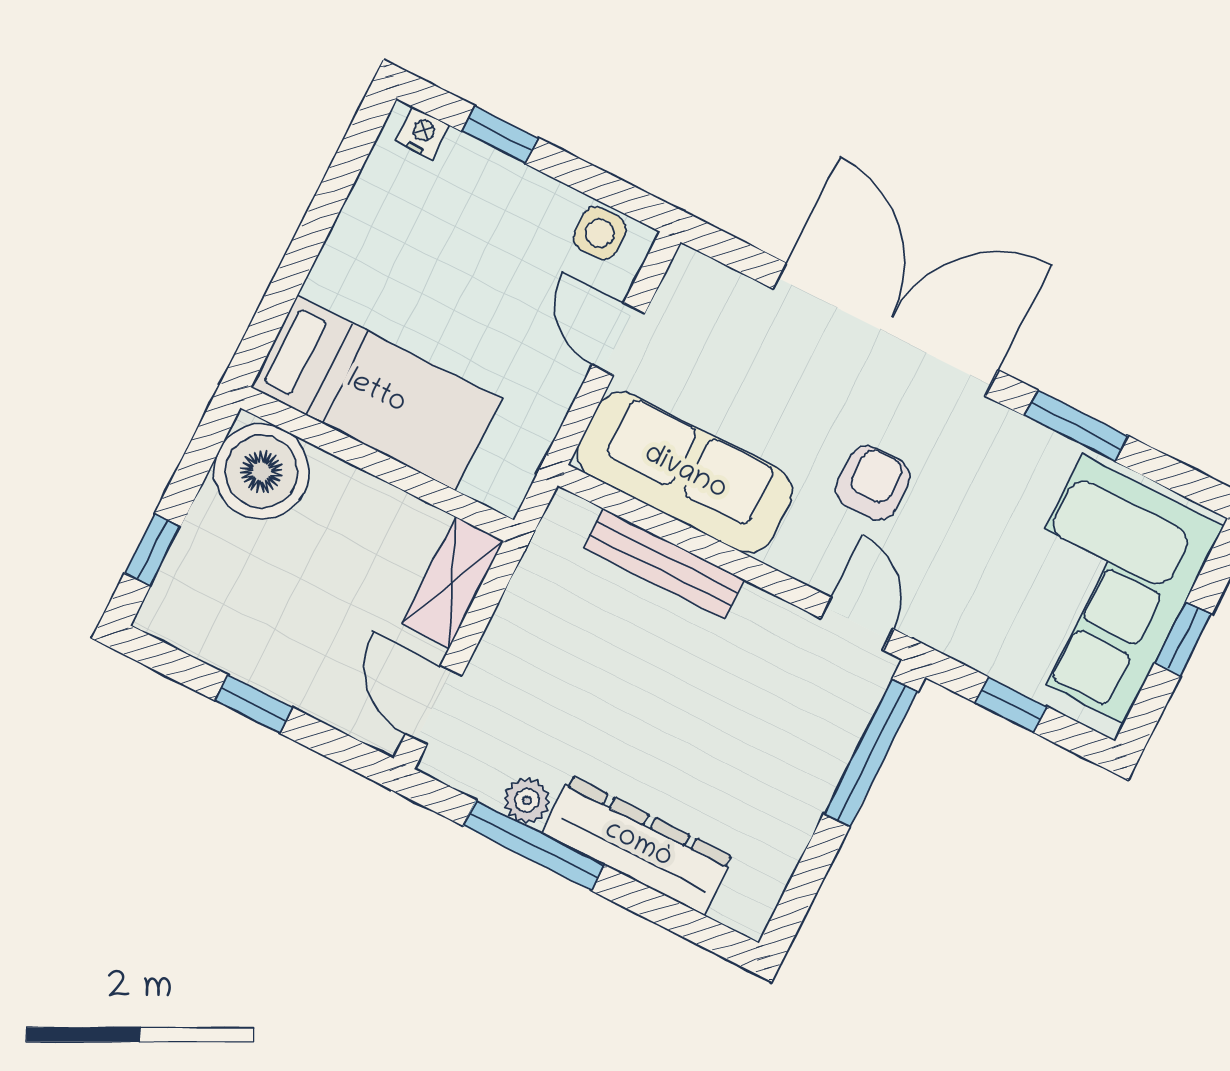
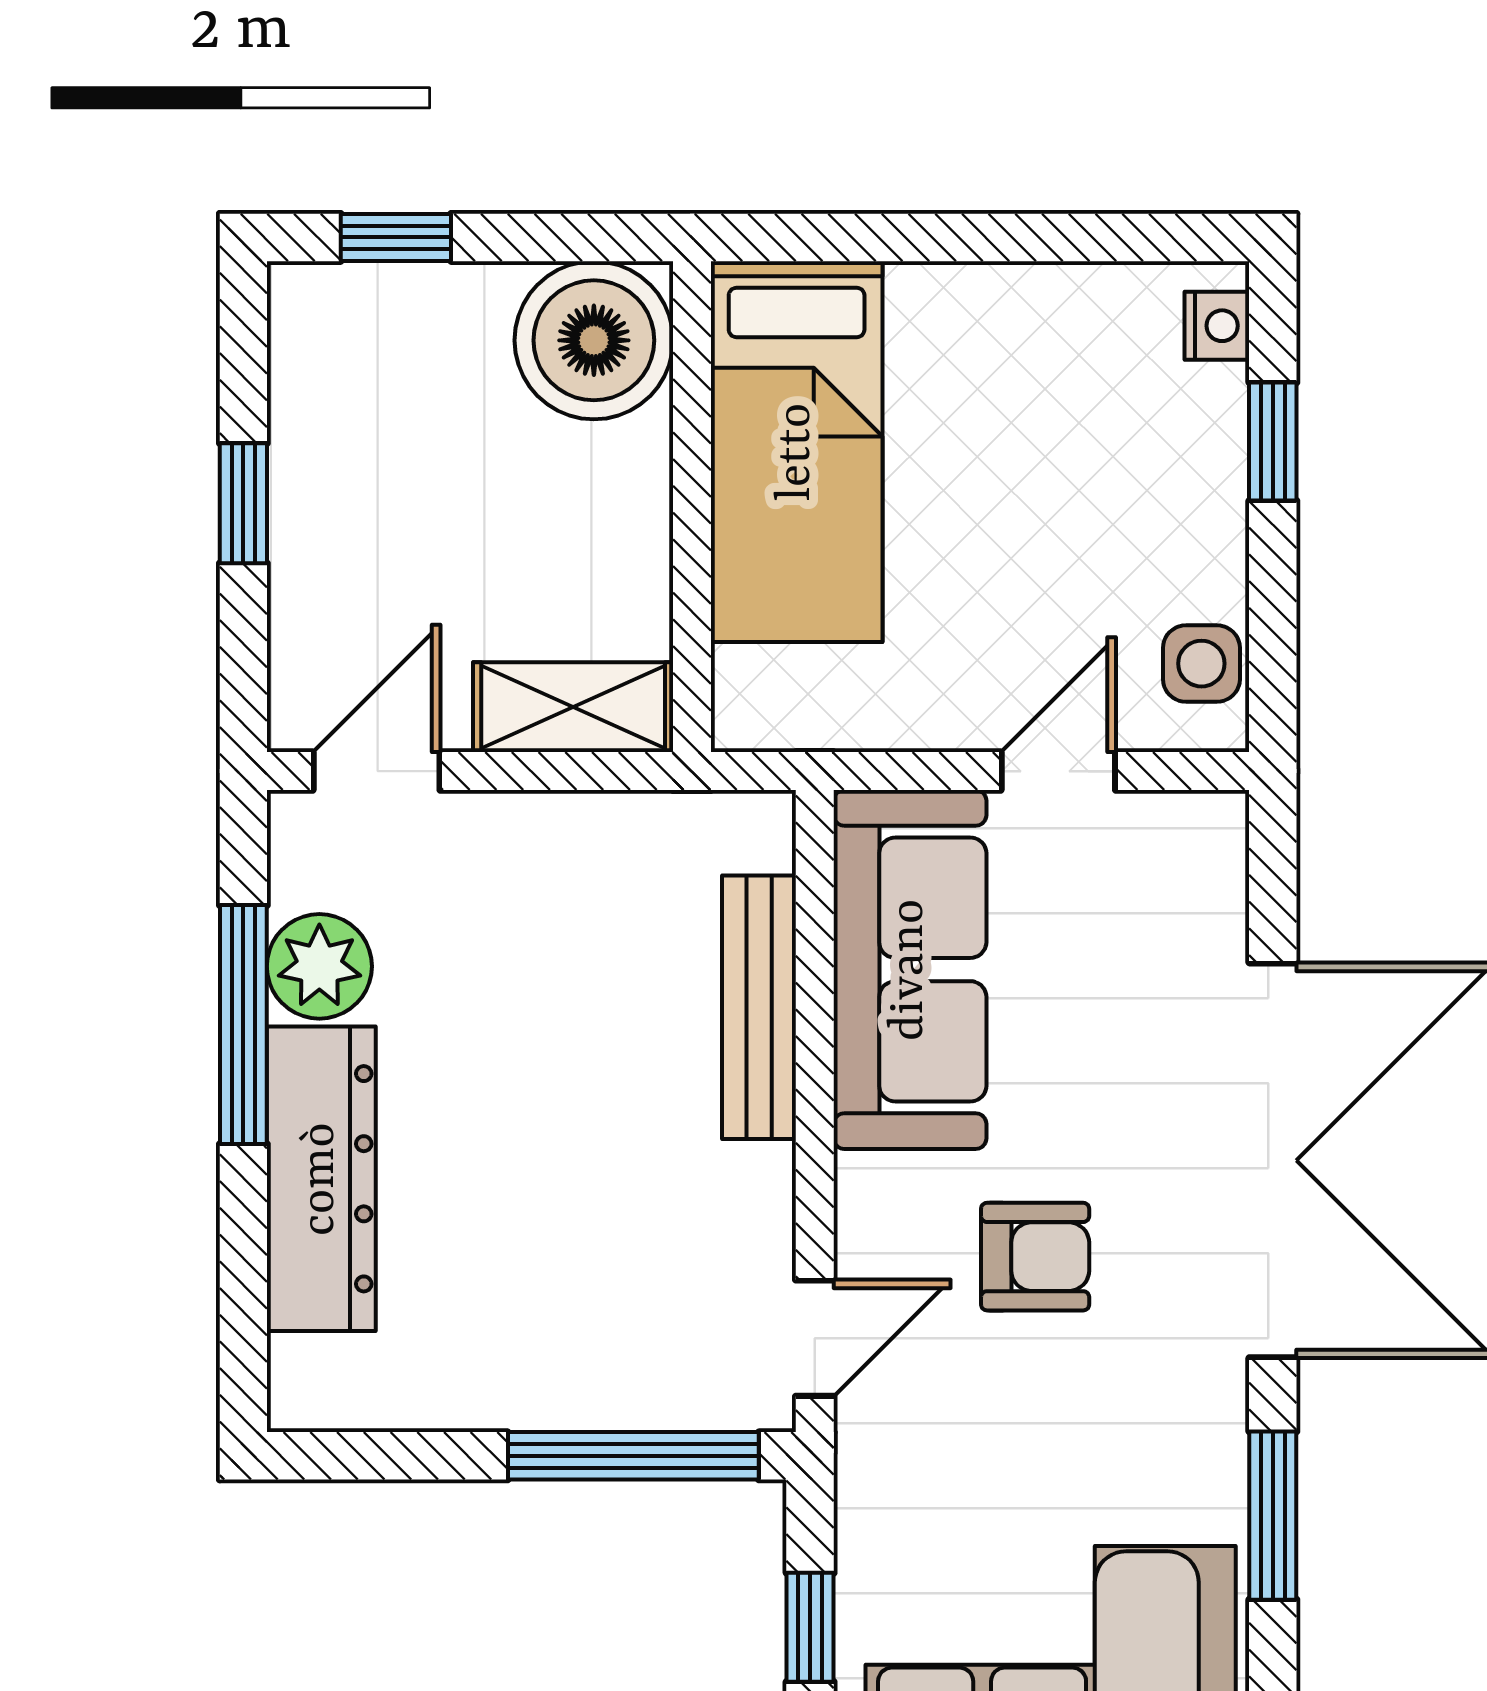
plant: (527, 800) -> (319, 966), width x1.38, depth x1.38

